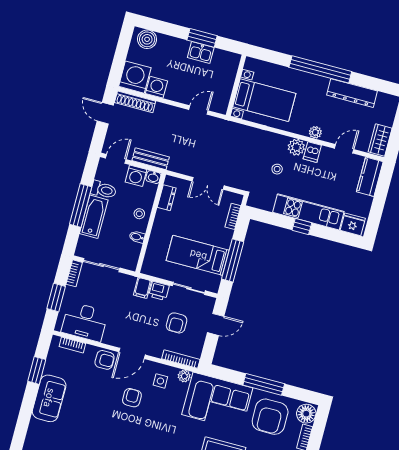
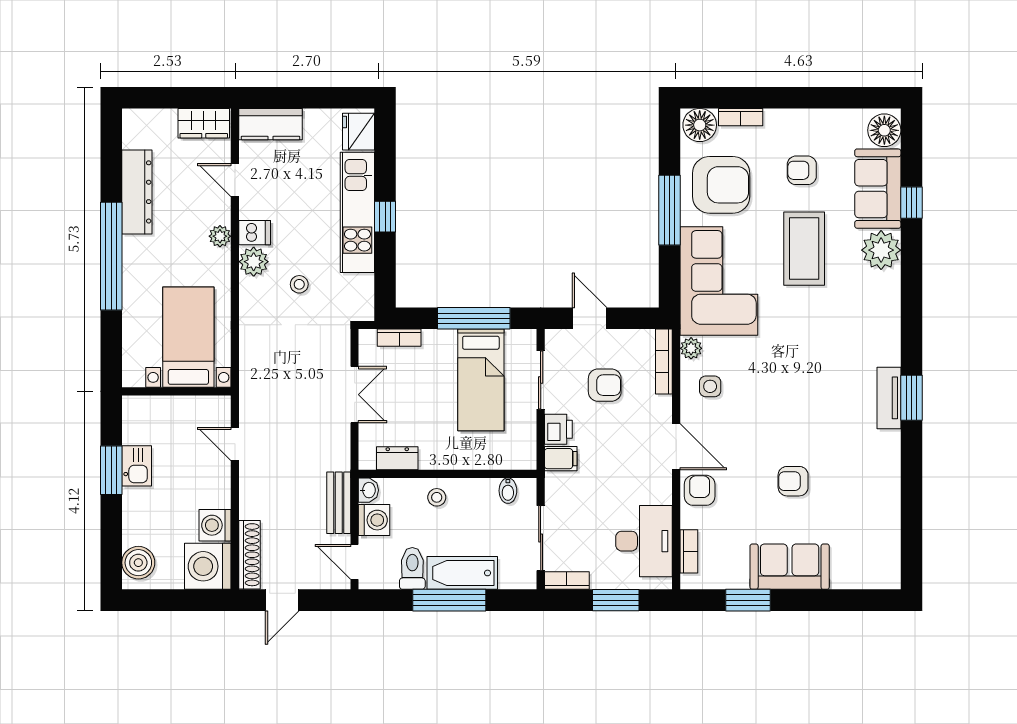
bidet: (137, 237) -> (508, 491), moved
armchair: (132, 398) -> (793, 481), moved

